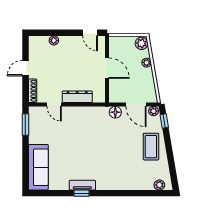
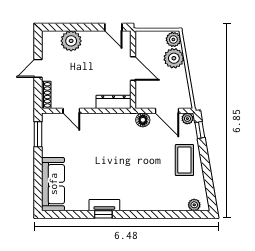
plant: (54, 40) -> (71, 41), width x1.88, depth x1.88
plant: (147, 63) -> (174, 58), width x1.87, depth x1.87
dresser: (77, 97) -> (113, 102), moved

